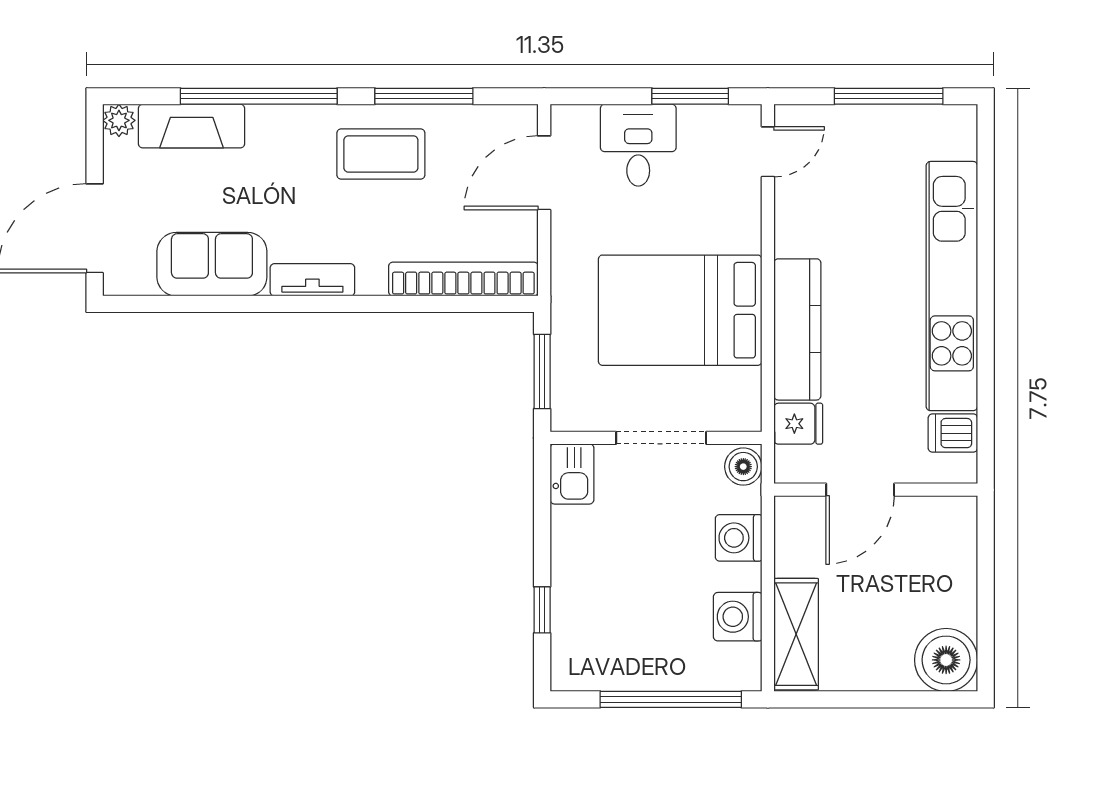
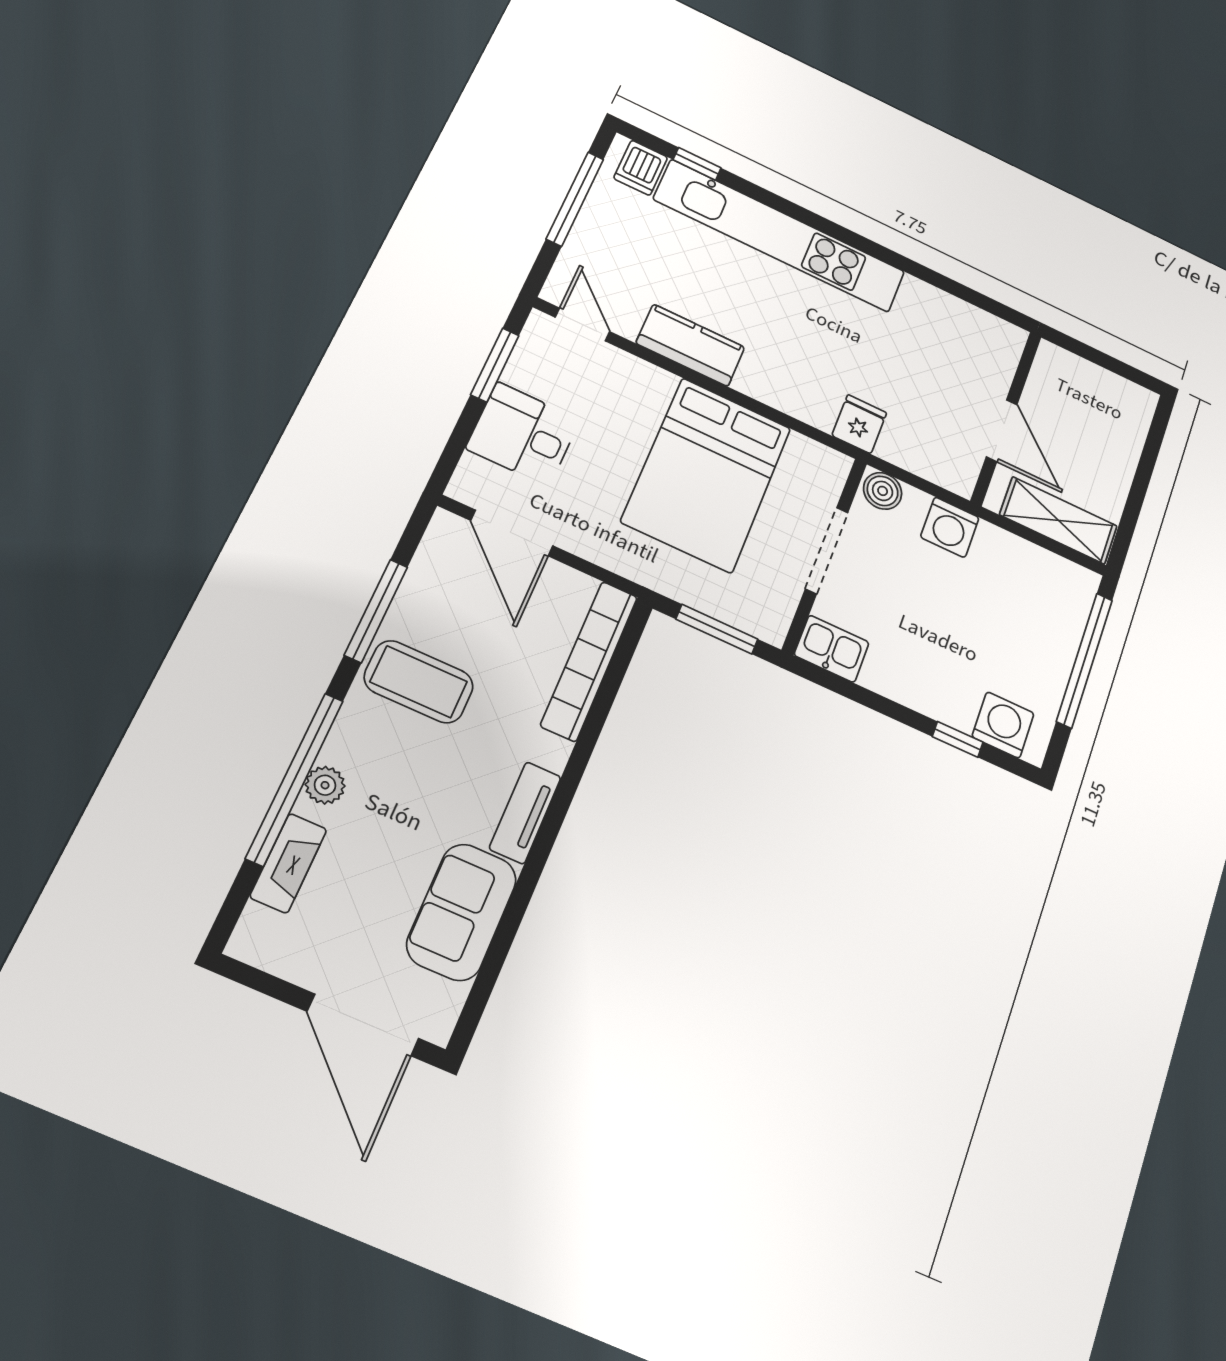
plant: (119, 120) -> (325, 785), moved
fireplace: (192, 126) -> (288, 863), width x0.73, depth x0.76
coffee table: (381, 154) -> (419, 682), turned 90
window: (986, 186) -> (697, 164), added
kitchen counter: (797, 329) -> (690, 345), moved, width x0.67
dishwasher: (953, 433) -> (641, 168), moved
door: (860, 490) -> (1002, 431), moved
wall: (876, 490) -> (1006, 418), moved
washing machine: (738, 617) -> (1003, 725), moved, turned 180
boiler: (946, 660) -> (1124, 407), removed

